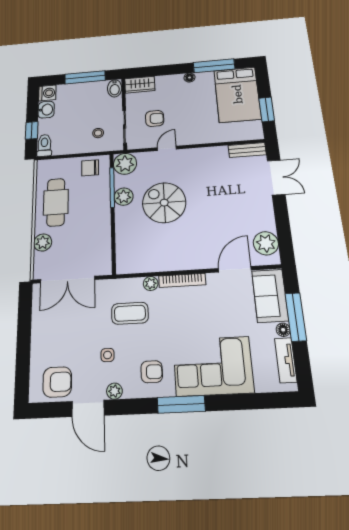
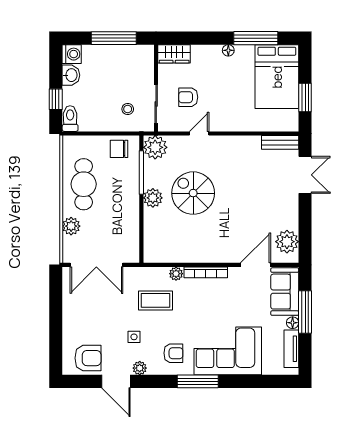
bidet: (115, 88) -> (146, 56), removed
armchair: (155, 118) -> (188, 97), turned 180
plant: (124, 197) -> (153, 198), moved

